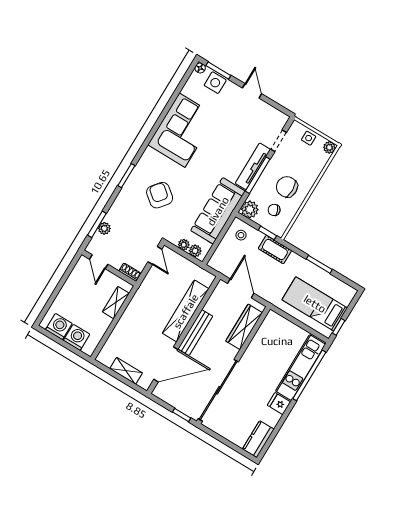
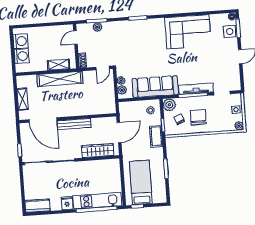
armchair: (160, 195) -> (140, 46), removed
shelving: (186, 311) -> (60, 79), moved

